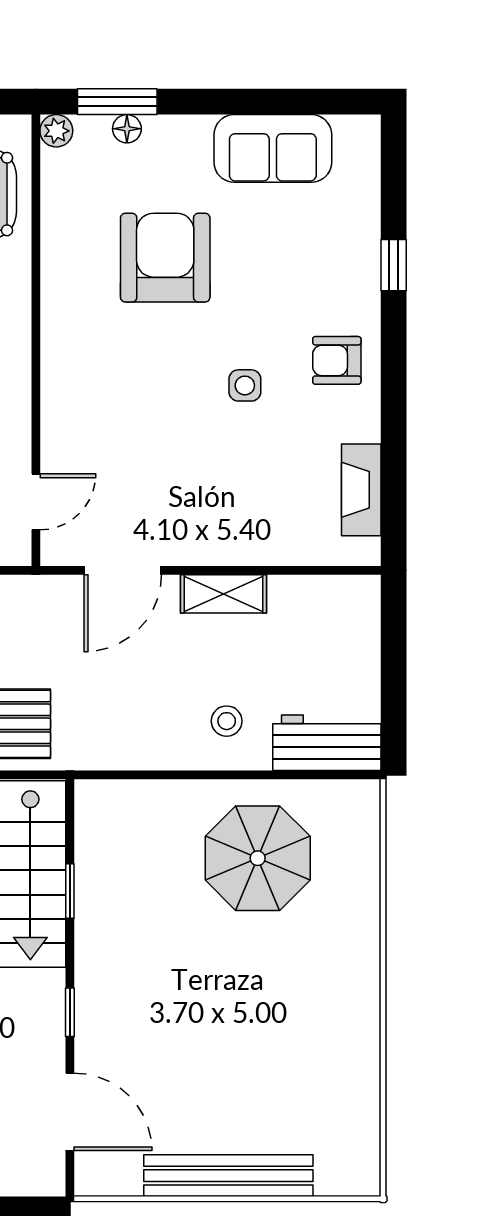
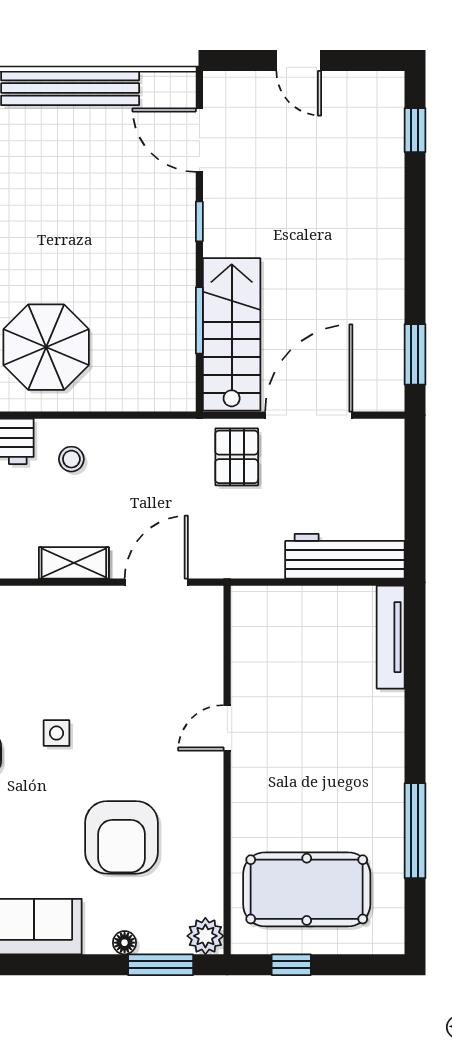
floor lamp: (127, 129) -> (125, 943), moved
plant: (56, 131) -> (205, 936), width x1.38, depth x1.38
door: (36, 502) -> (227, 728), moved
window: (70, 891) -> (199, 320), width x1.50

